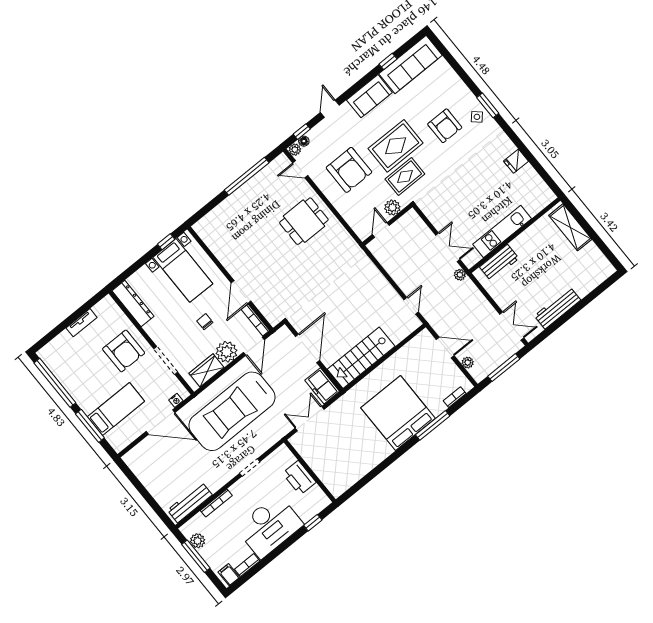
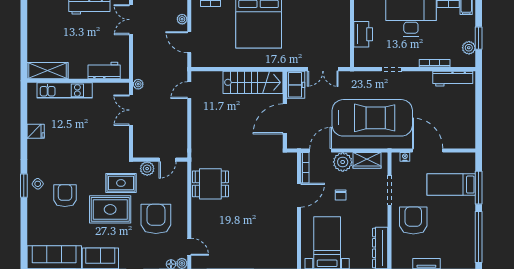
dining table: (304, 221) -> (210, 184), moved
shelving: (570, 227) -> (47, 71), moved, turned 90
kitchen unit: (502, 231) -> (65, 90), moved
window: (196, 556) -> (479, 38), width x0.69

